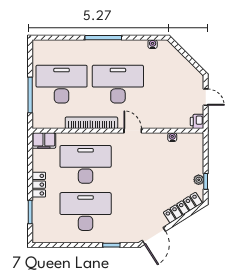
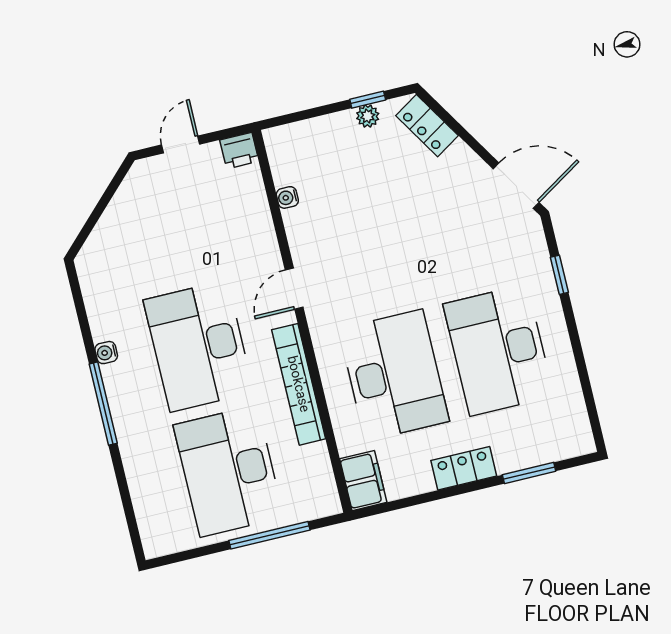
water cooler: (153, 44) -> (106, 353), moved
desk: (86, 164) -> (394, 375), turned 180
locker: (183, 208) -> (427, 126), width x0.66

